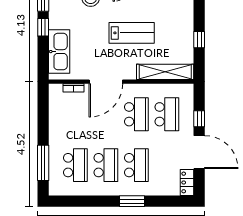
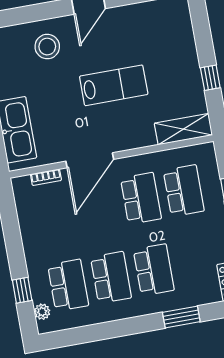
shelving: (165, 72) -> (183, 129), width x0.68
window: (43, 163) -> (22, 290), width x0.46
plant: (54, 180) -> (42, 312), added
window: (132, 201) -> (181, 317), moved

